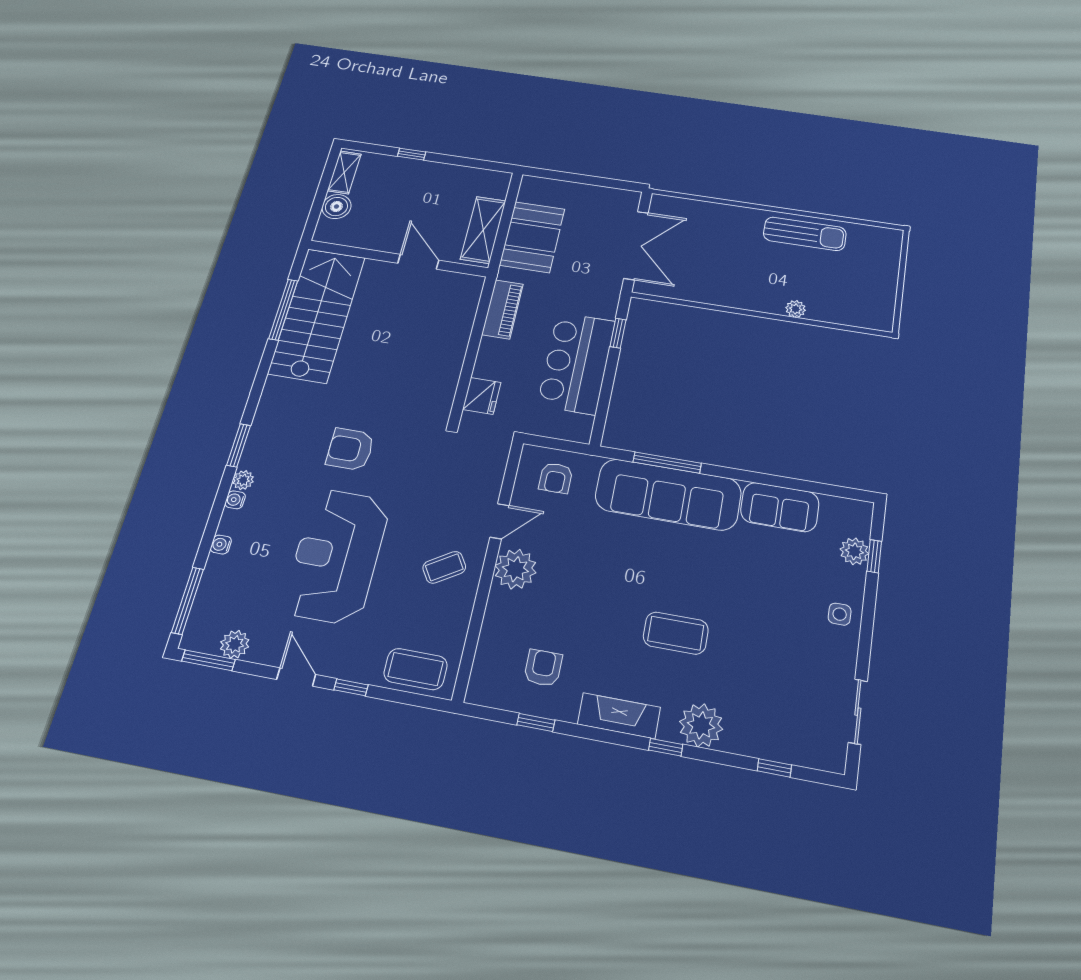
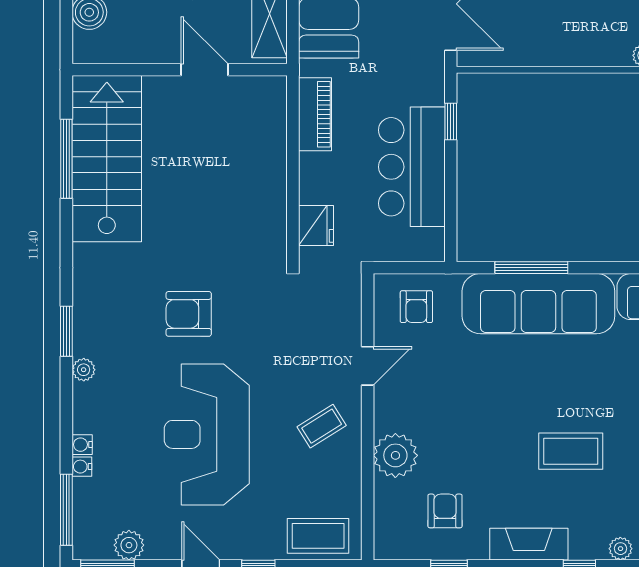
water cooler: (235, 500) -> (82, 467), moved
plant: (515, 569) -> (395, 455), moved
plant: (701, 725) -> (620, 549), width x0.53, depth x0.53

